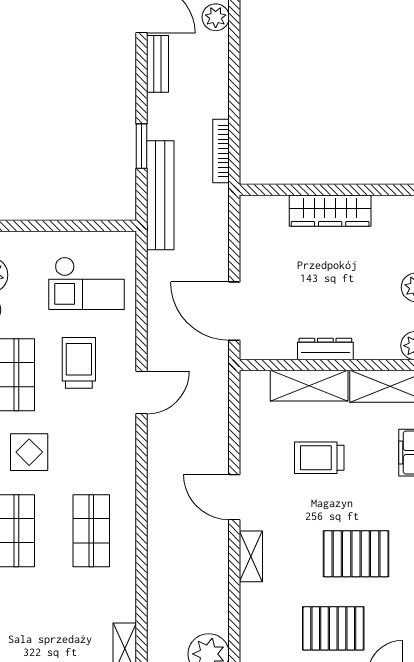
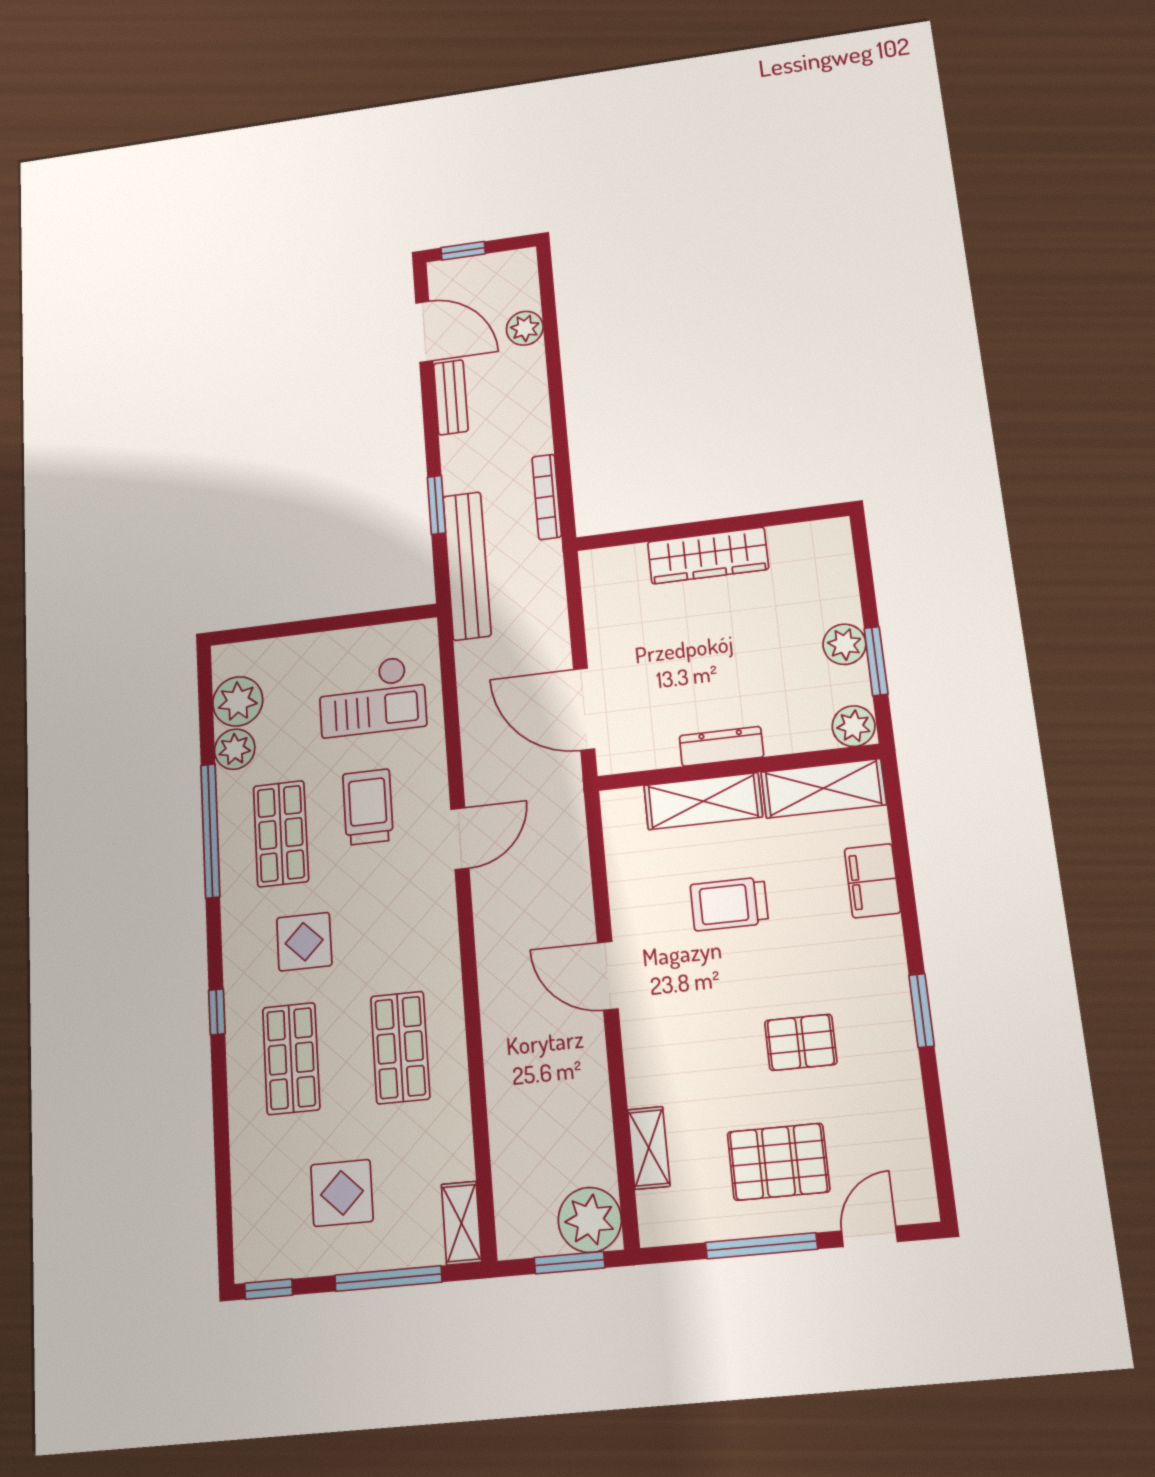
pallet: (356, 554) -> (801, 1042), width x0.67, depth x0.71
shelving: (251, 556) -> (649, 1148), moved
display table: (46, 622) -> (342, 1193), added

